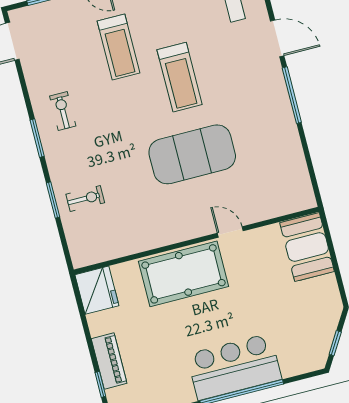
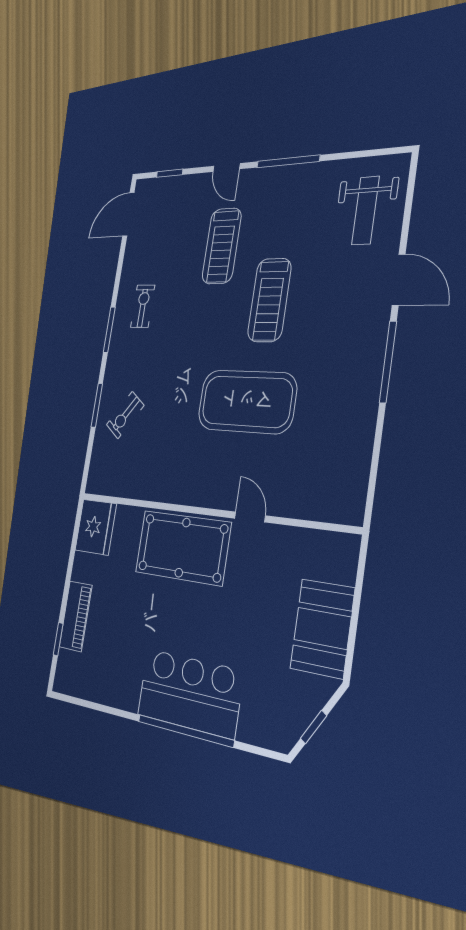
exercise bike: (85, 199) -> (125, 415), turned 127
booth: (307, 247) -> (322, 628), moved

